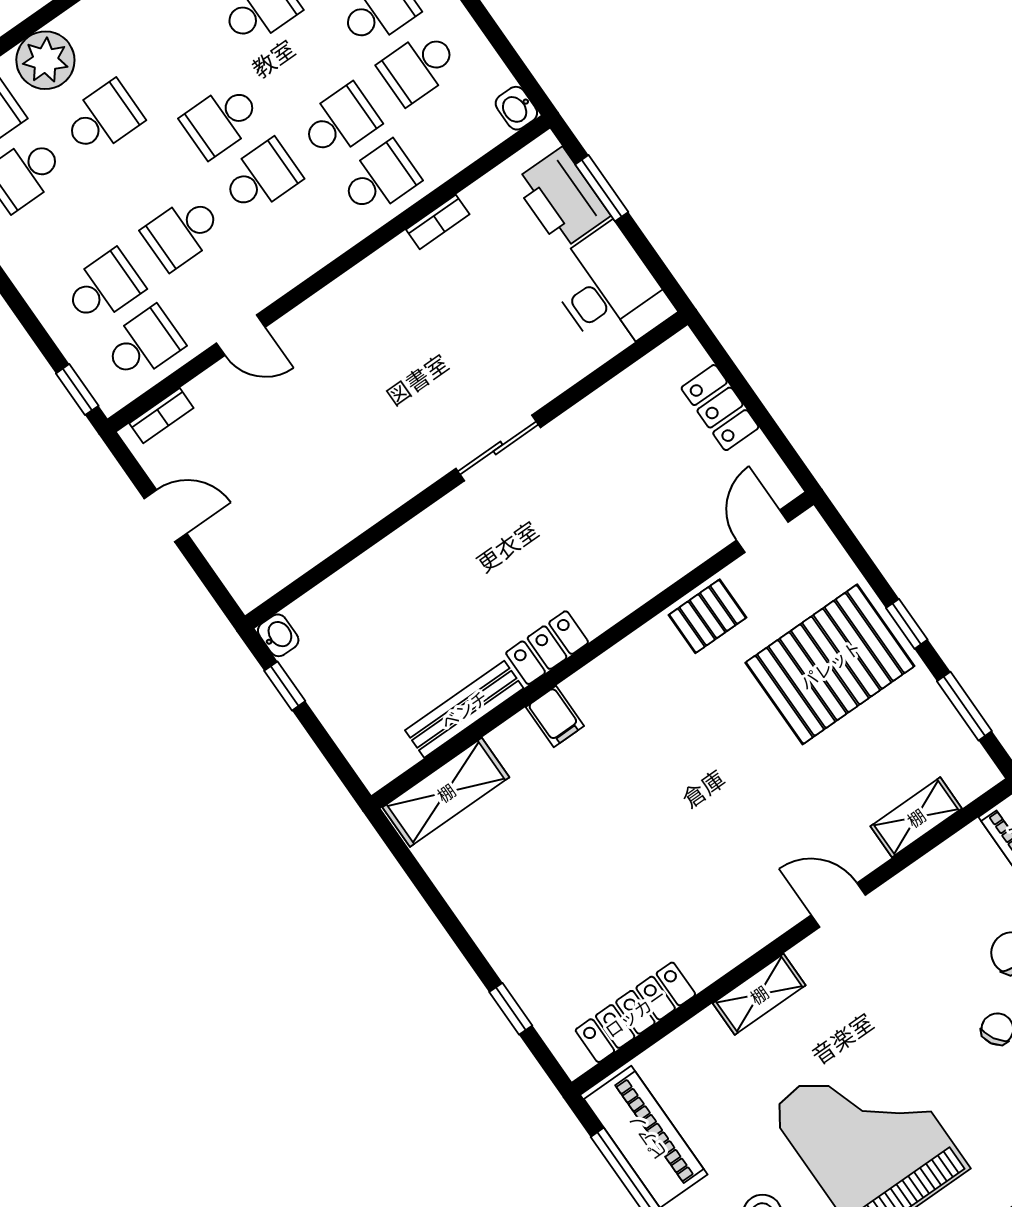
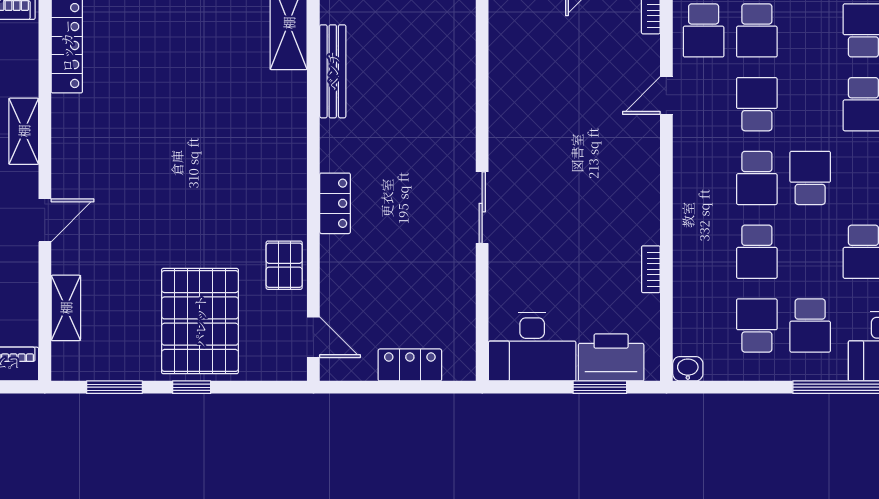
school desk: (380, 179) -> (704, 252), removed
locker: (547, 648) -> (335, 203), moved
filing cabinet: (555, 717) -> (288, 125), removed

